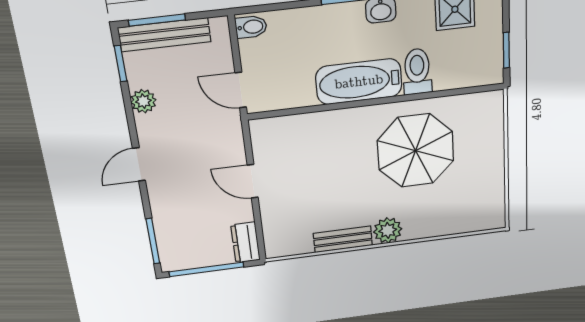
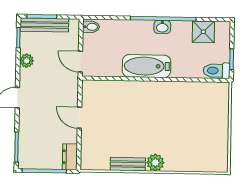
toilet: (417, 72) -> (216, 71), moved, turned -90
parasol: (416, 151) -> (176, 113), removed

